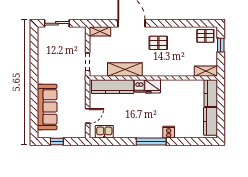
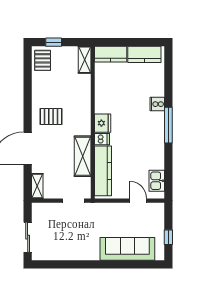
pallet: (158, 43) -> (51, 116), turned 90

